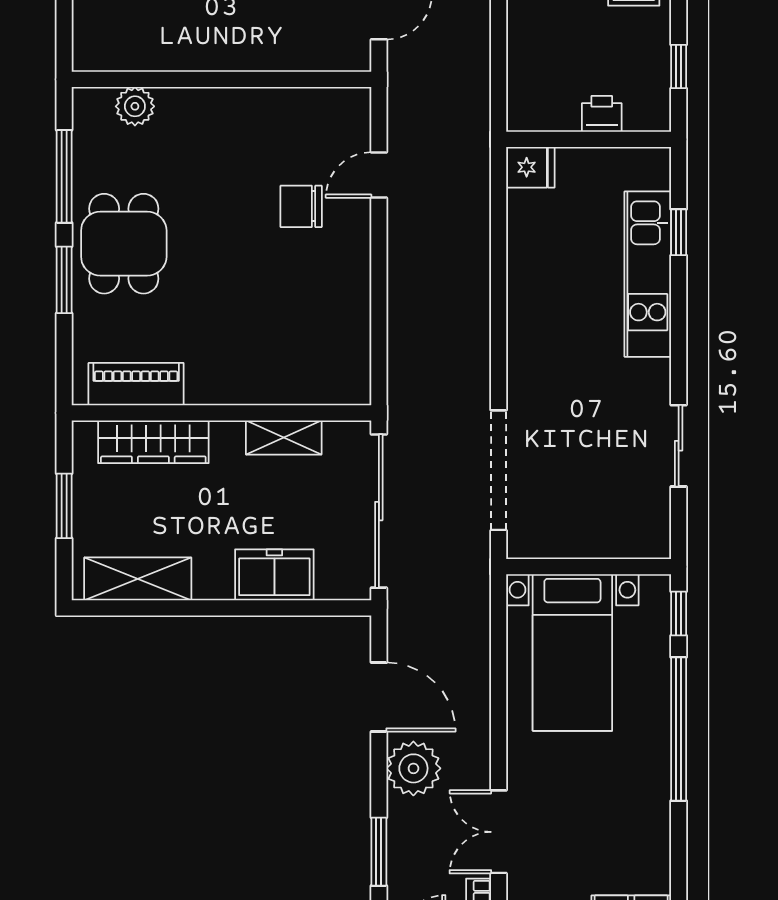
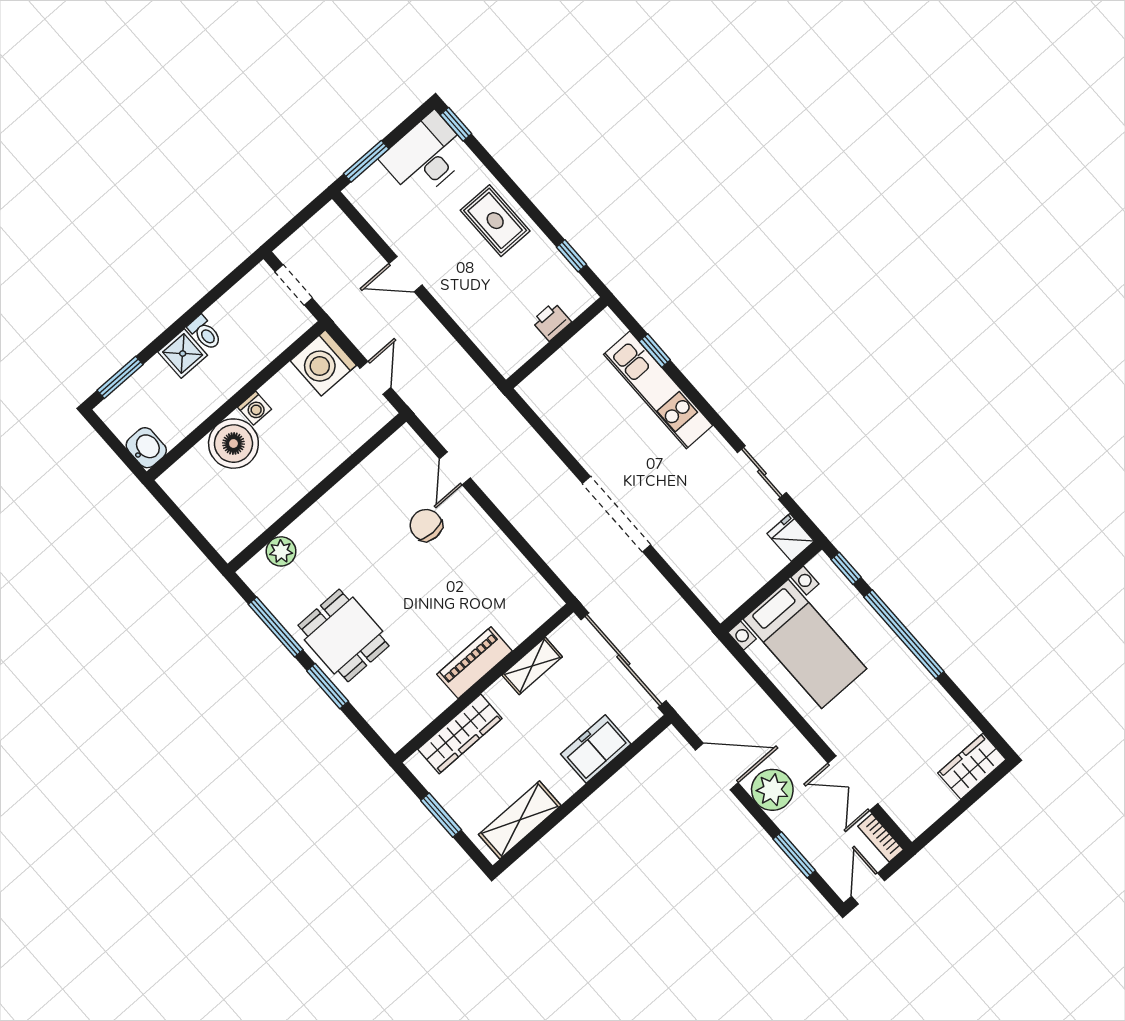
fridge: (530, 167) -> (791, 537), moved, turned -90
chair: (301, 206) -> (426, 525), turned 90
piano: (136, 384) -> (475, 663), moved
doorway: (499, 470) -> (616, 514), moved

